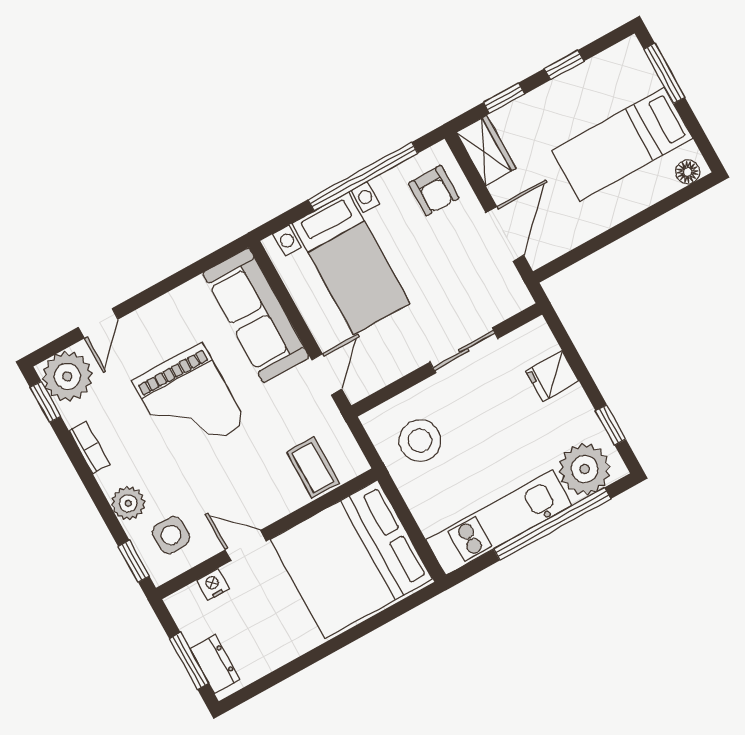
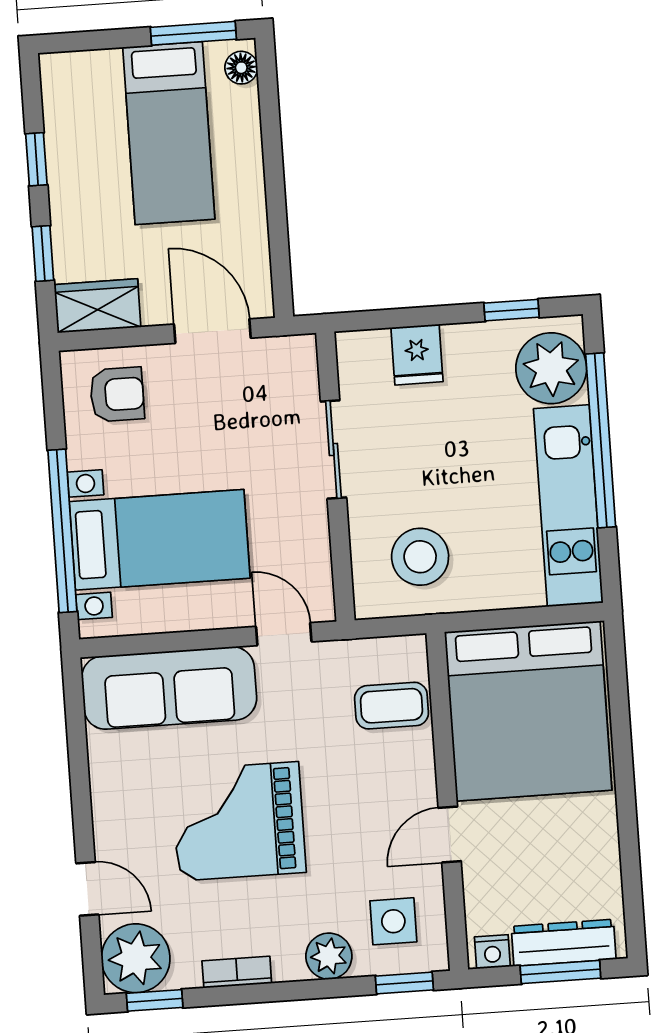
window: (664, 73) -> (193, 33), moved
window: (363, 176) -> (62, 531), moved
grand piano: (189, 402) -> (239, 821), turned 180
nightstand: (213, 584) -> (492, 952), moved, turned -90
dresser: (215, 664) -> (564, 943), width x1.44

